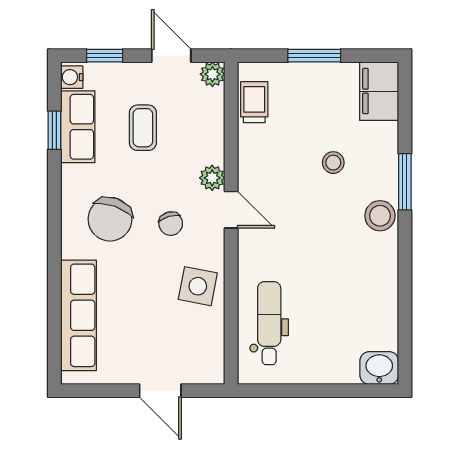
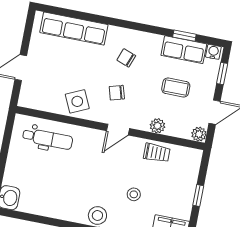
window: (314, 56) -> (198, 195), width x0.67
trolley: (254, 102) -> (157, 153), moved
plant: (212, 178) -> (157, 126), moved
chair: (110, 219) -> (126, 58), width x0.54, depth x0.54
side table: (198, 286) -> (77, 101), turned -36

